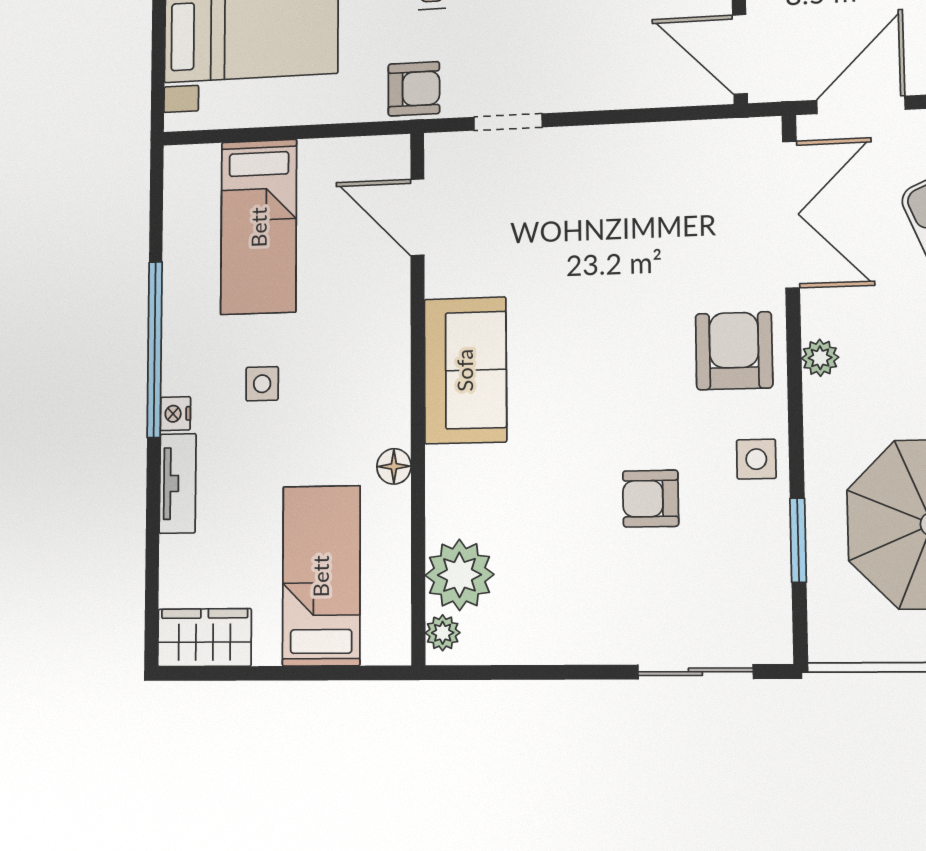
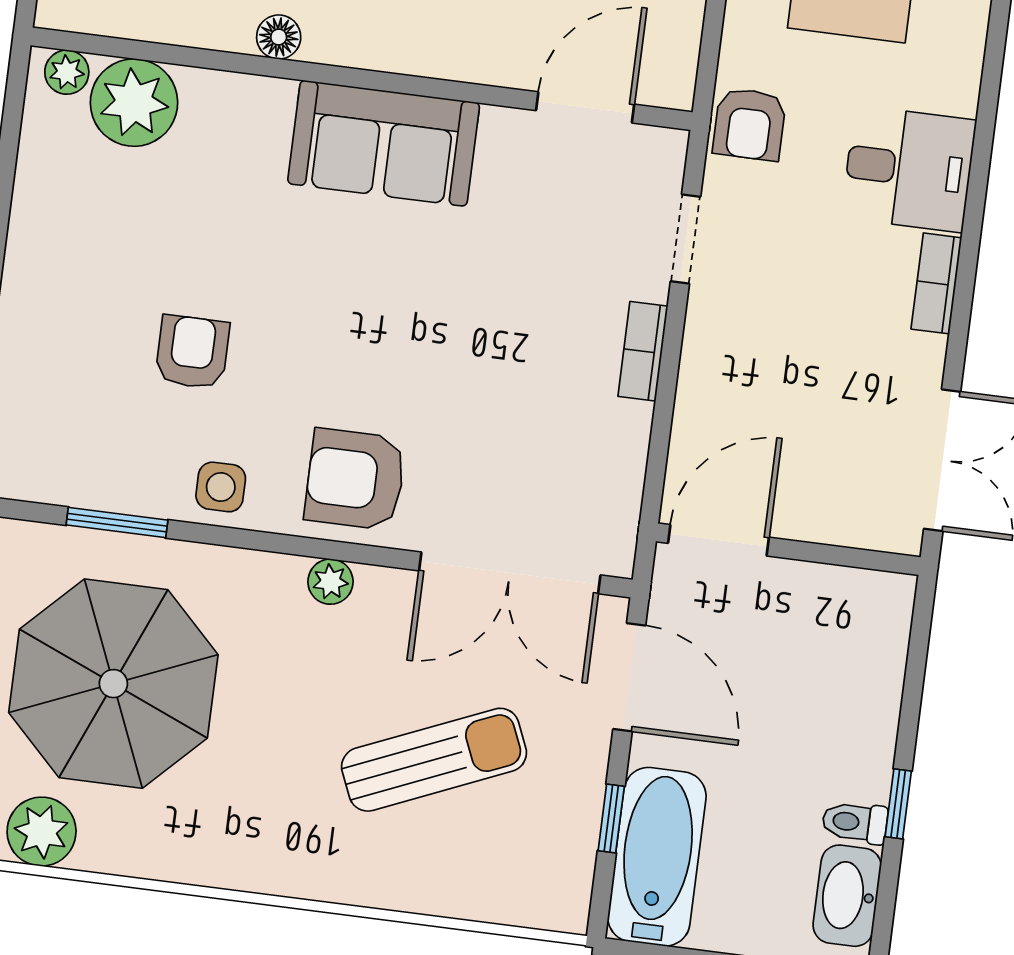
bookcase: (599, 140) -> (643, 351), added
armchair: (734, 351) -> (355, 479), turned 180

